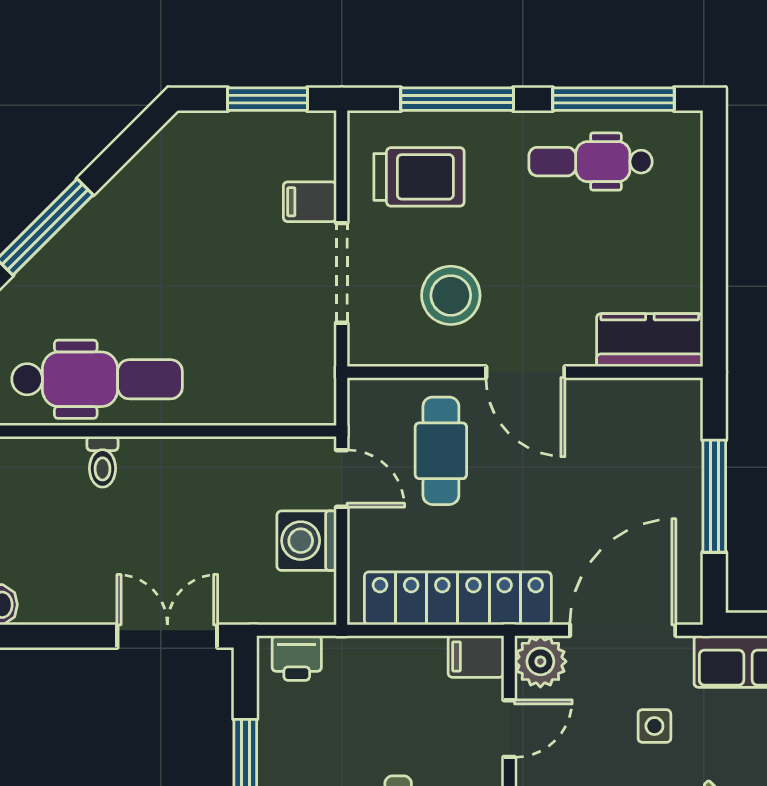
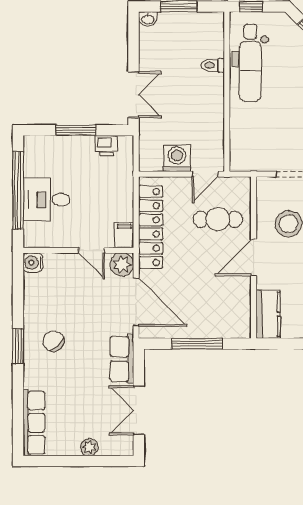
printer: (297, 658) -> (106, 146), moved, turned -90
side table: (654, 726) -> (93, 316), removed

